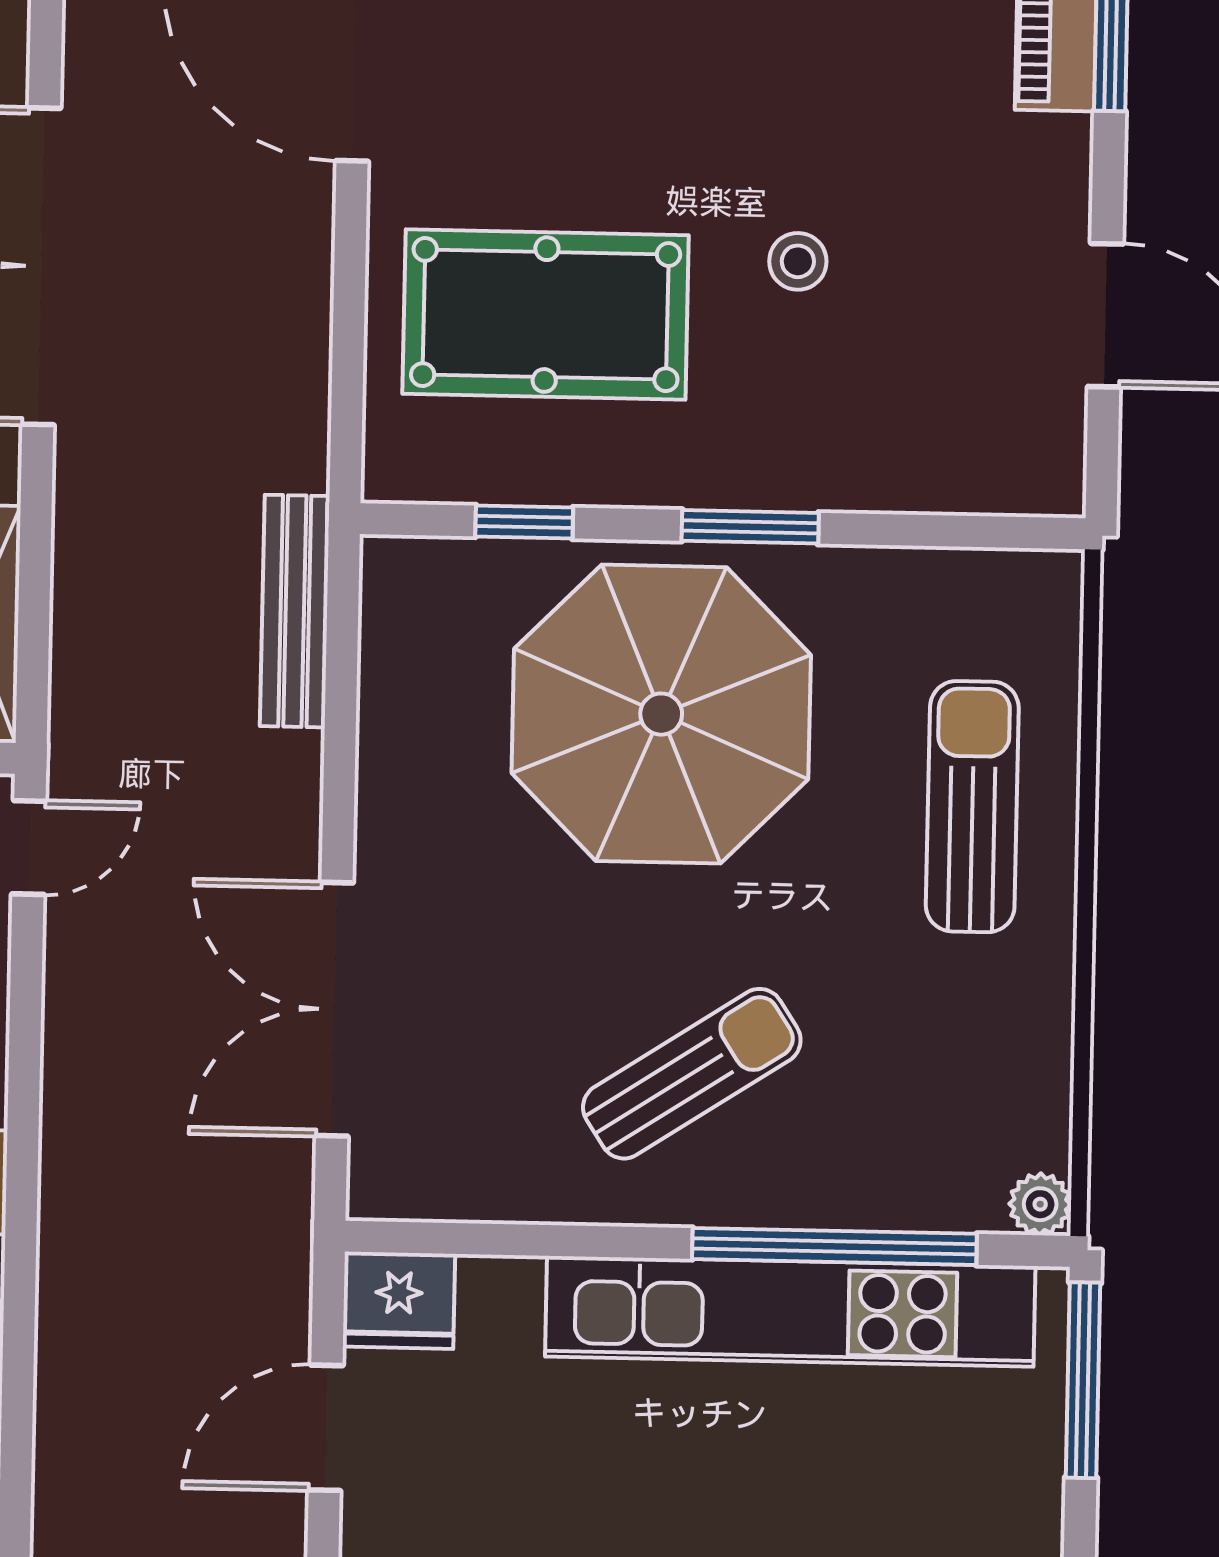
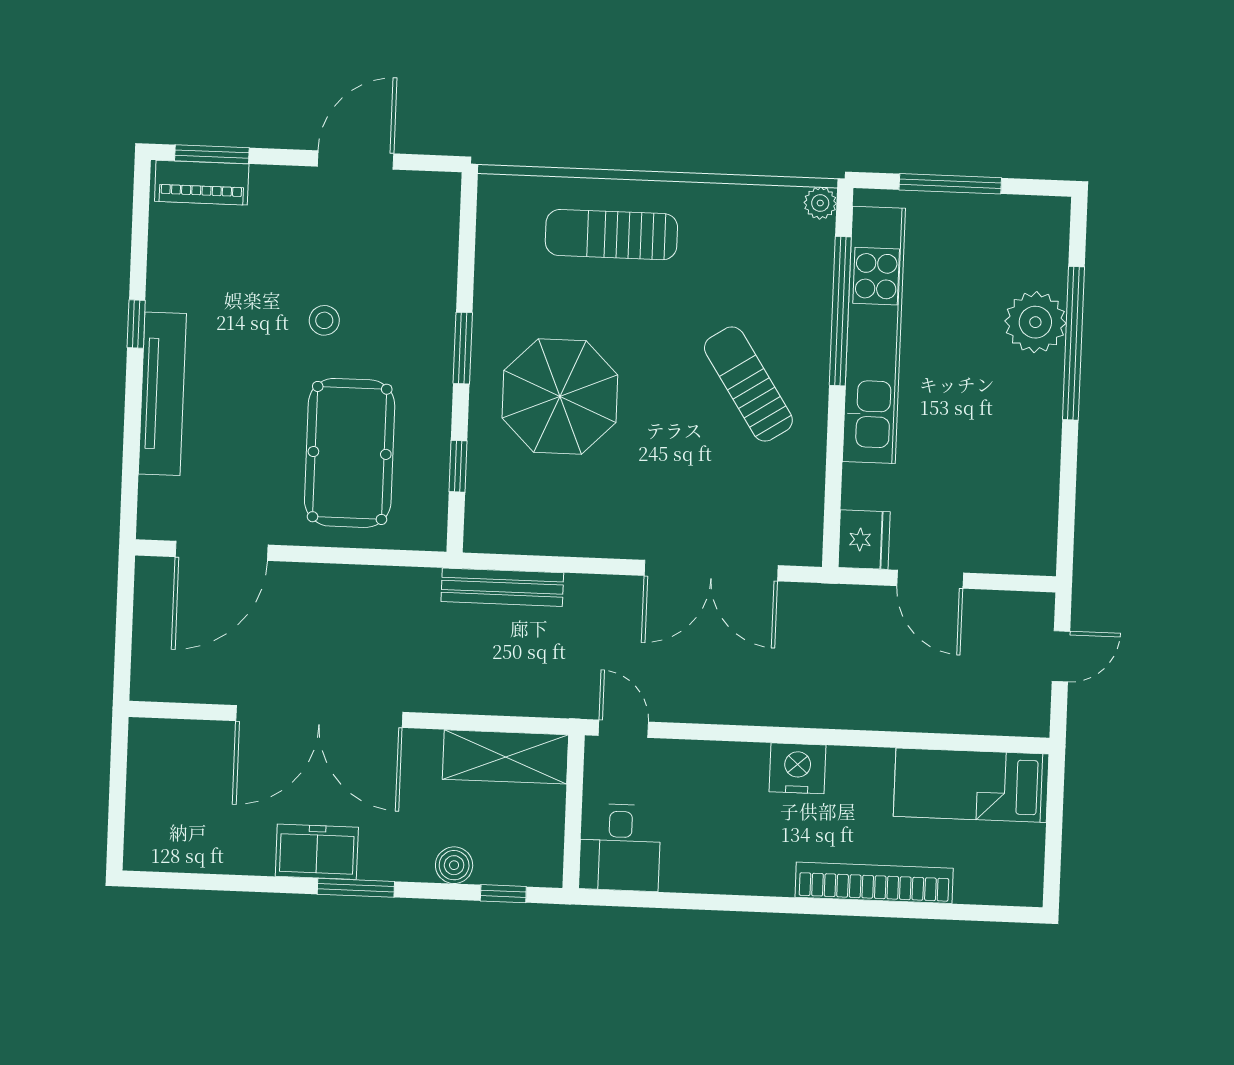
parasol: (661, 714) -> (560, 396), width x0.73, depth x0.73
window: (1083, 1380) -> (950, 184), moved

